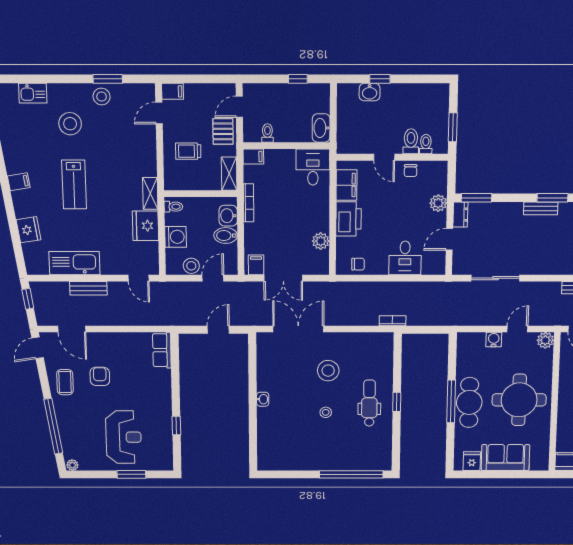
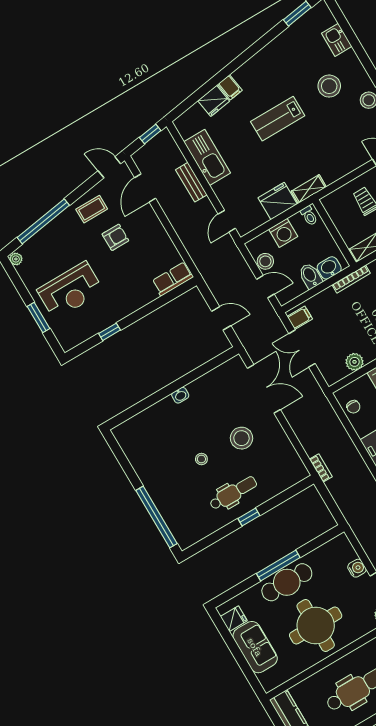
filing cabinet: (19, 182) -> (230, 87), moved

